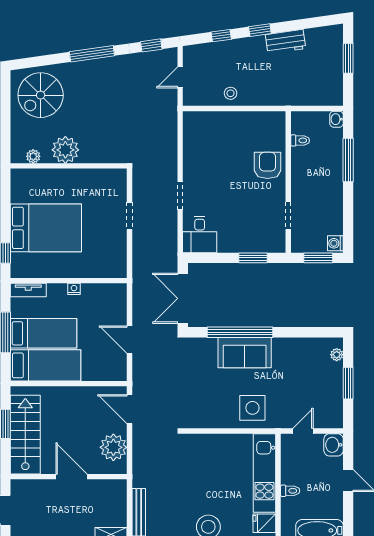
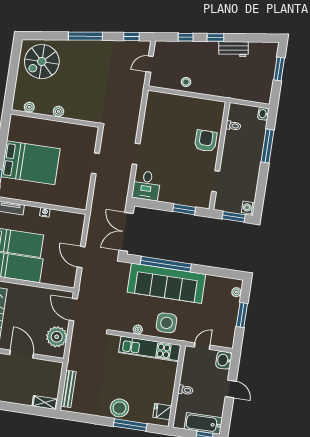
plant: (65, 150) -> (58, 111), width x0.53, depth x0.53
sofa: (245, 353) -> (166, 283), width x1.85, depth x1.27
plant: (217, 422) -> (138, 330), added
kitchen unit: (264, 473) -> (150, 349), moved, turned -90

